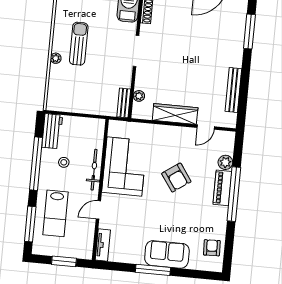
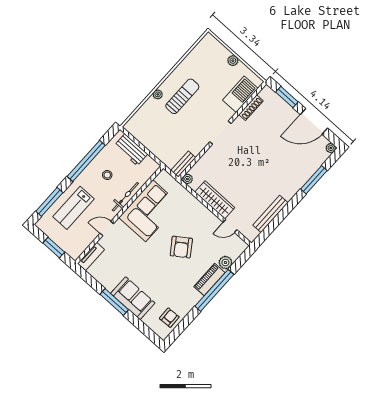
plant: (139, 96) -> (187, 179), moved
workbench: (52, 131) -> (131, 150), moved, turned 90

